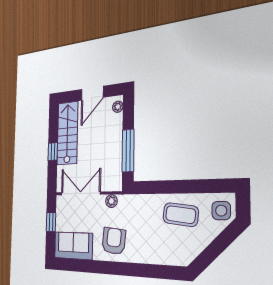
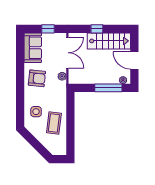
window: (128, 151) -> (108, 88), moved
side table: (221, 211) -> (36, 112), moved

